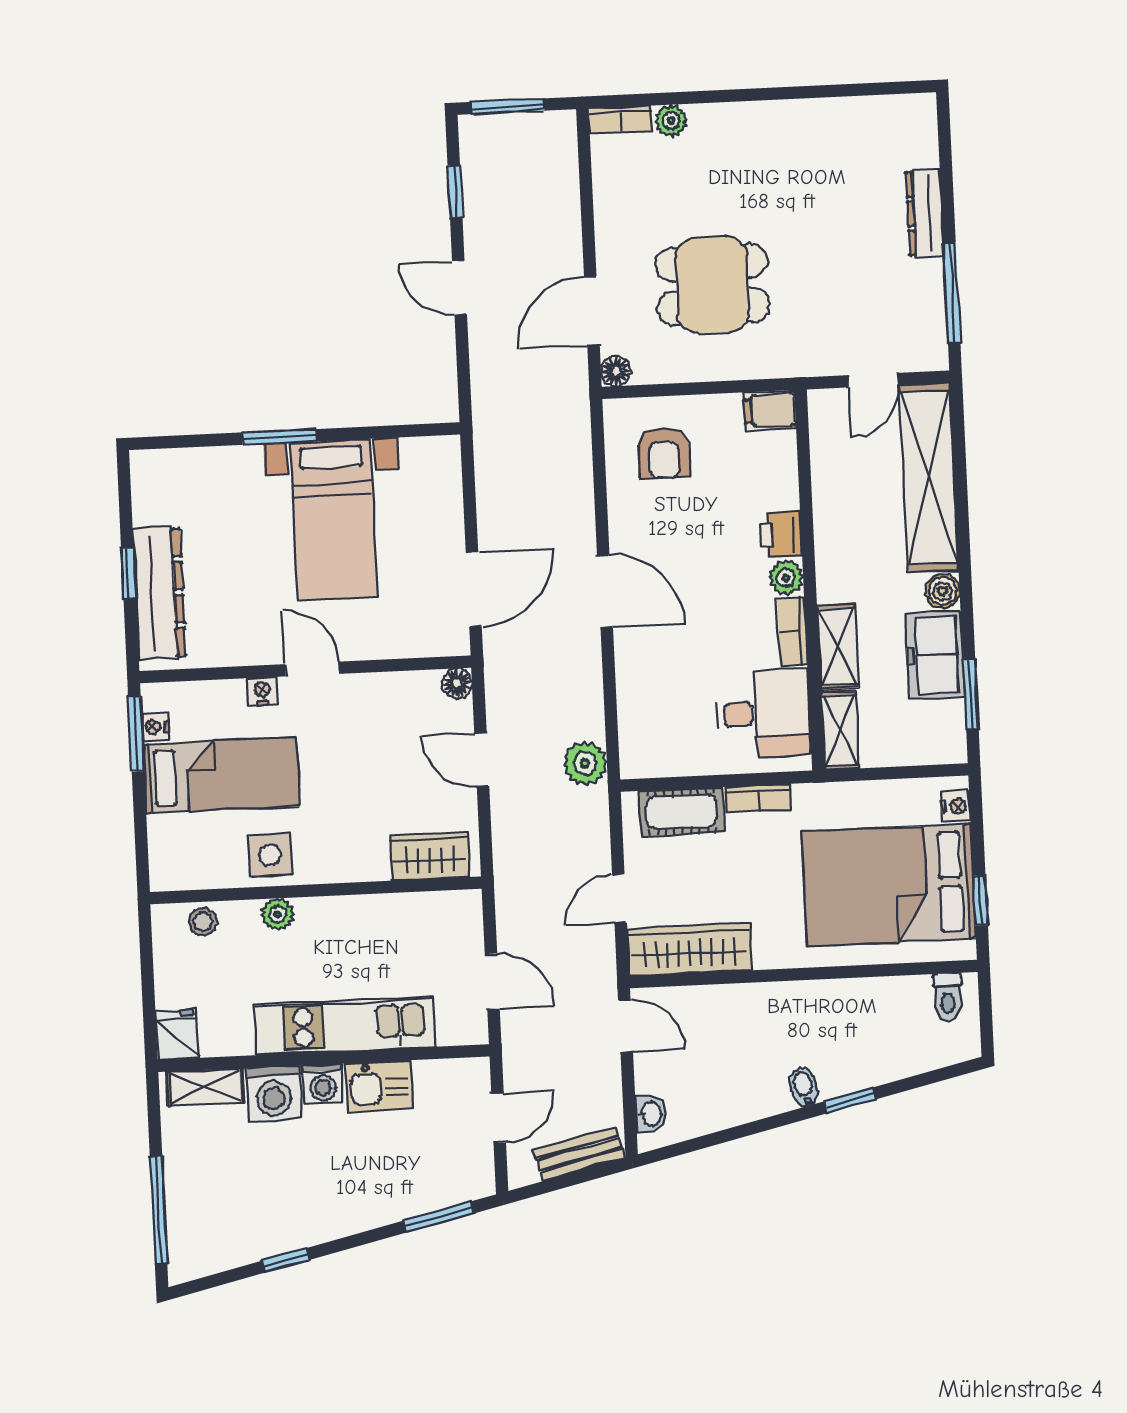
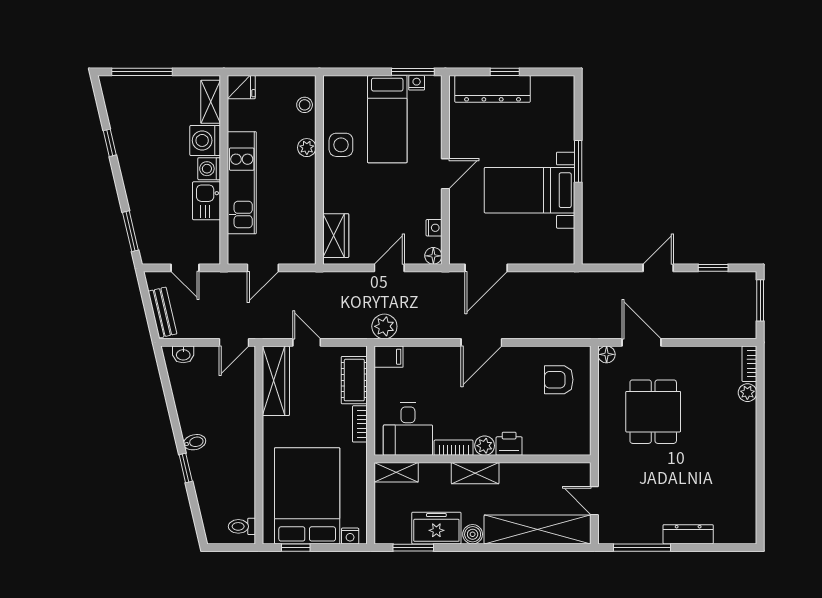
filing cabinet: (770, 410) -> (389, 357), moved, turned 90
door: (474, 590) -> (486, 268), hinge flipped
shelving: (838, 647) -> (475, 473), moved
nightstand: (262, 691) -> (434, 228), moved

